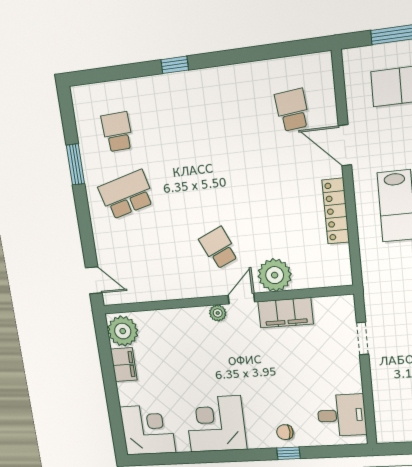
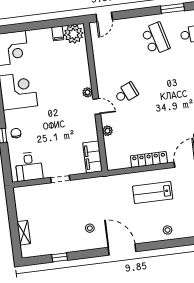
plant: (275, 275) -> (107, 131), width x0.53, depth x0.53
filing cabinet: (286, 313) -> (93, 157), moved
doorway: (363, 338) -> (60, 179), moved
filing cabinet: (124, 365) -> (58, 33), width x0.50

